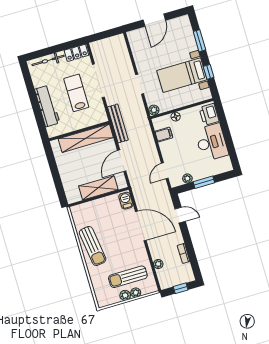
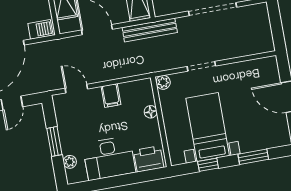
filing cabinet: (164, 135) -> (111, 95), moved
plant: (187, 178) -> (70, 162), moved

